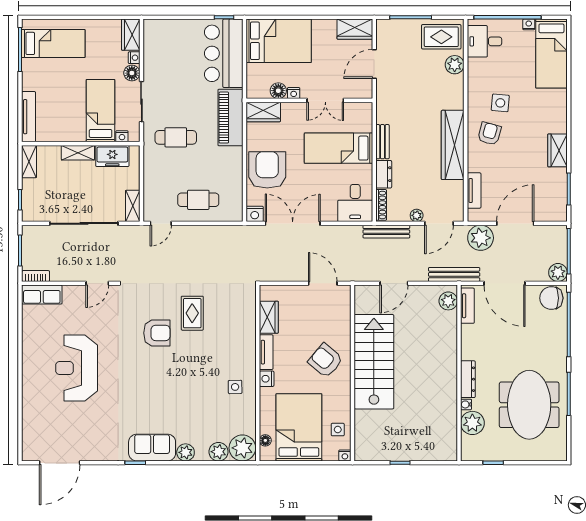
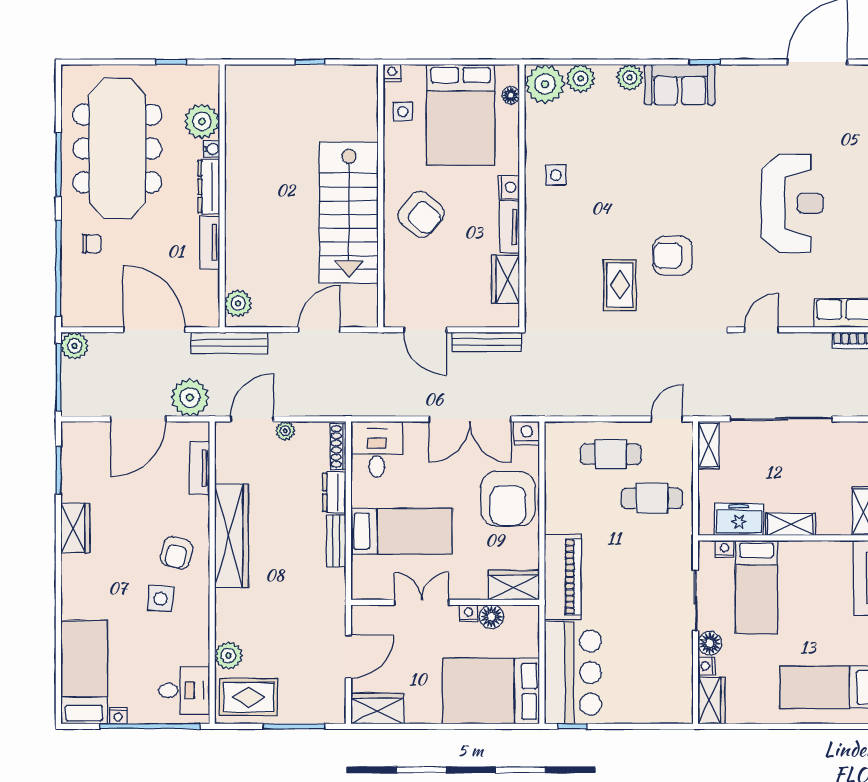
cafe table: (176, 137) -> (652, 498), moved
bench: (386, 232) -> (487, 342), moved
chair: (551, 298) -> (92, 244), moved, width x0.54, depth x0.54
tv unit: (467, 306) -> (209, 243), moved
meeting table: (529, 405) -> (117, 148), width x1.36

